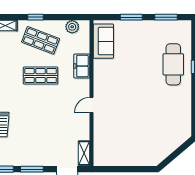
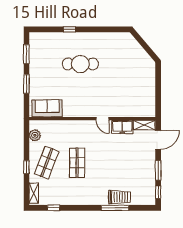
cafe table: (173, 64) -> (80, 64), moved
freezer: (82, 66) -> (122, 127), moved

